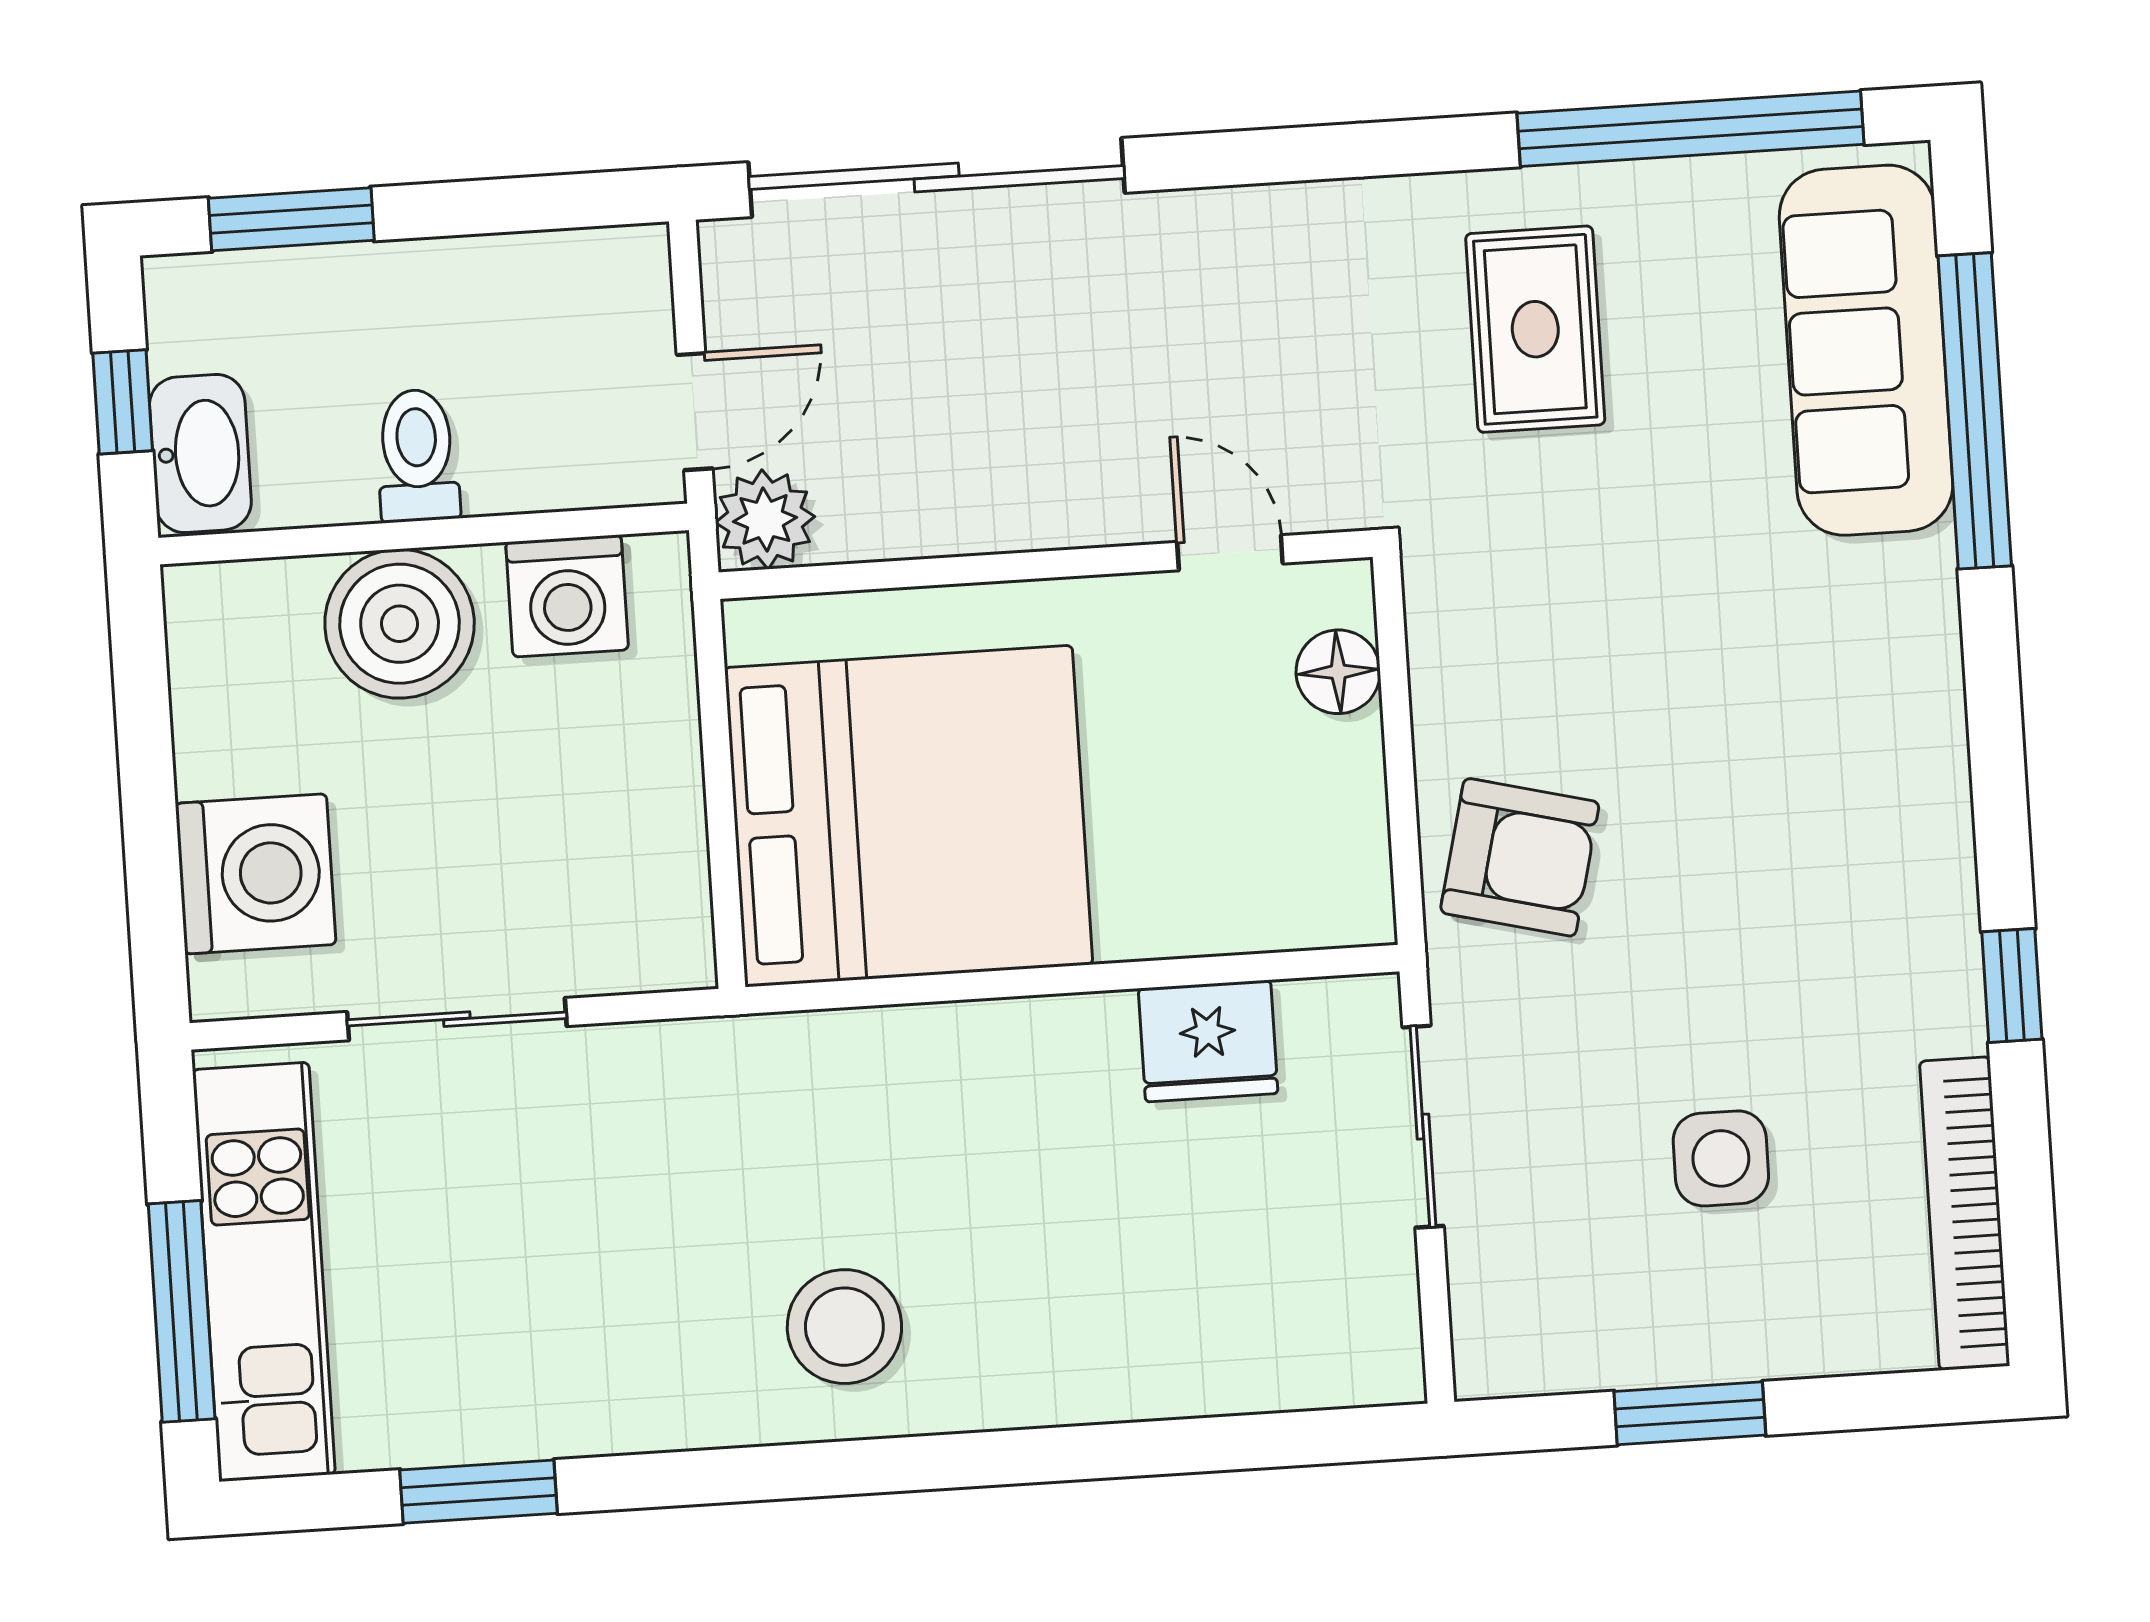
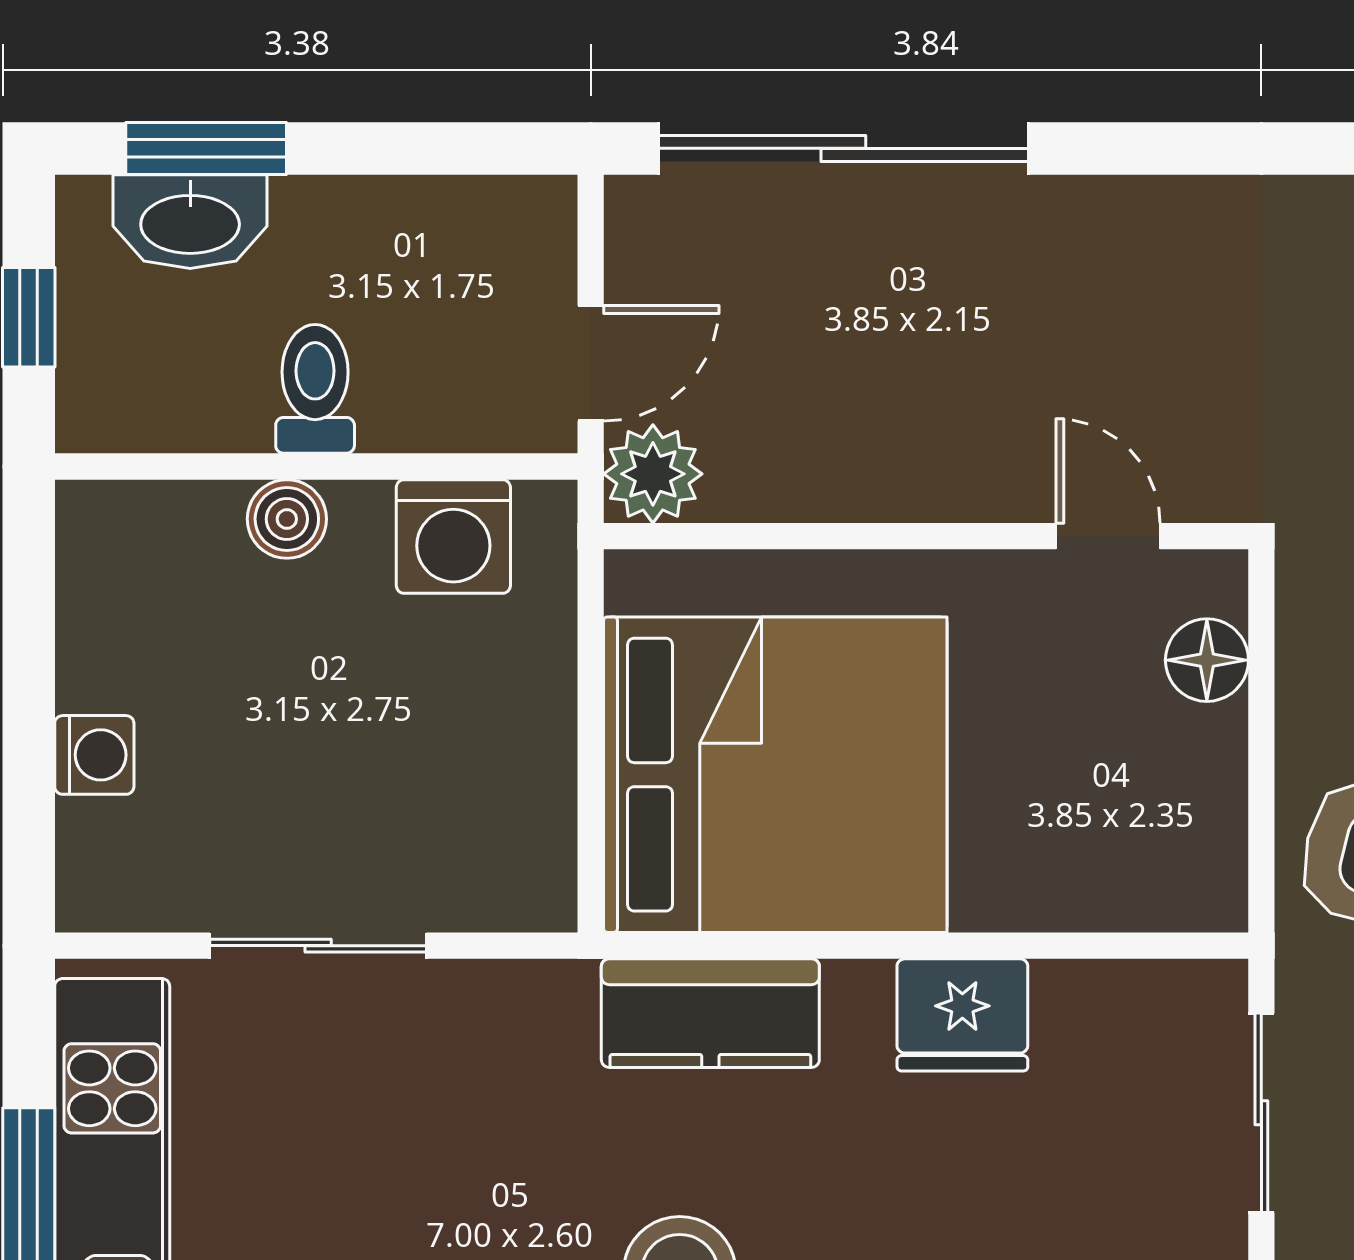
washbasin: (200, 453) -> (190, 222), moved, turned 90
boiler: (400, 624) -> (287, 519), width x0.54, depth x0.54
washing machine: (256, 874) -> (94, 755), width x0.53, depth x0.53
fridge: (1208, 1041) -> (962, 1015), moved
kitchen counter: (858, 1062) -> (710, 1013), added

